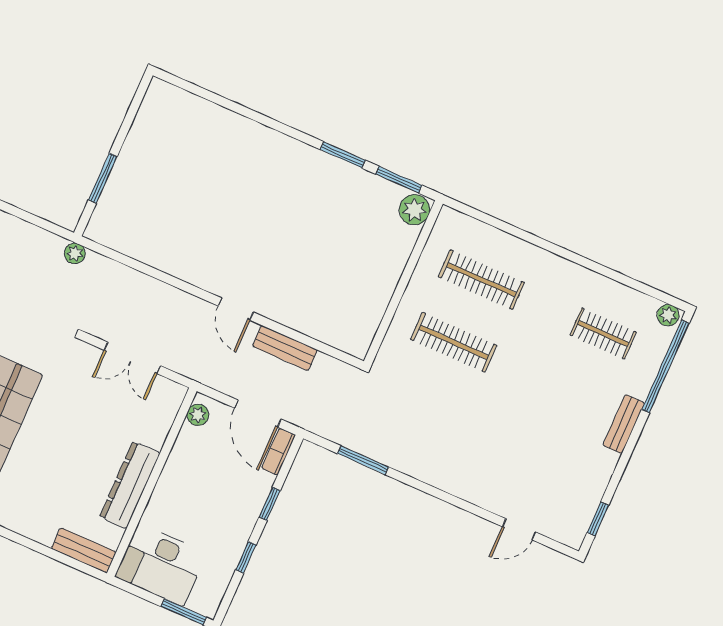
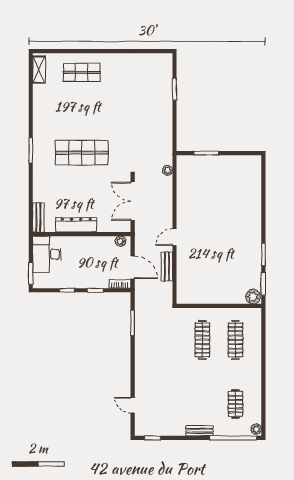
plant: (75, 253) -> (168, 170), moved
double door: (132, 358) -> (133, 201), width x1.37
door: (258, 414) -> (133, 267), swing flipped

